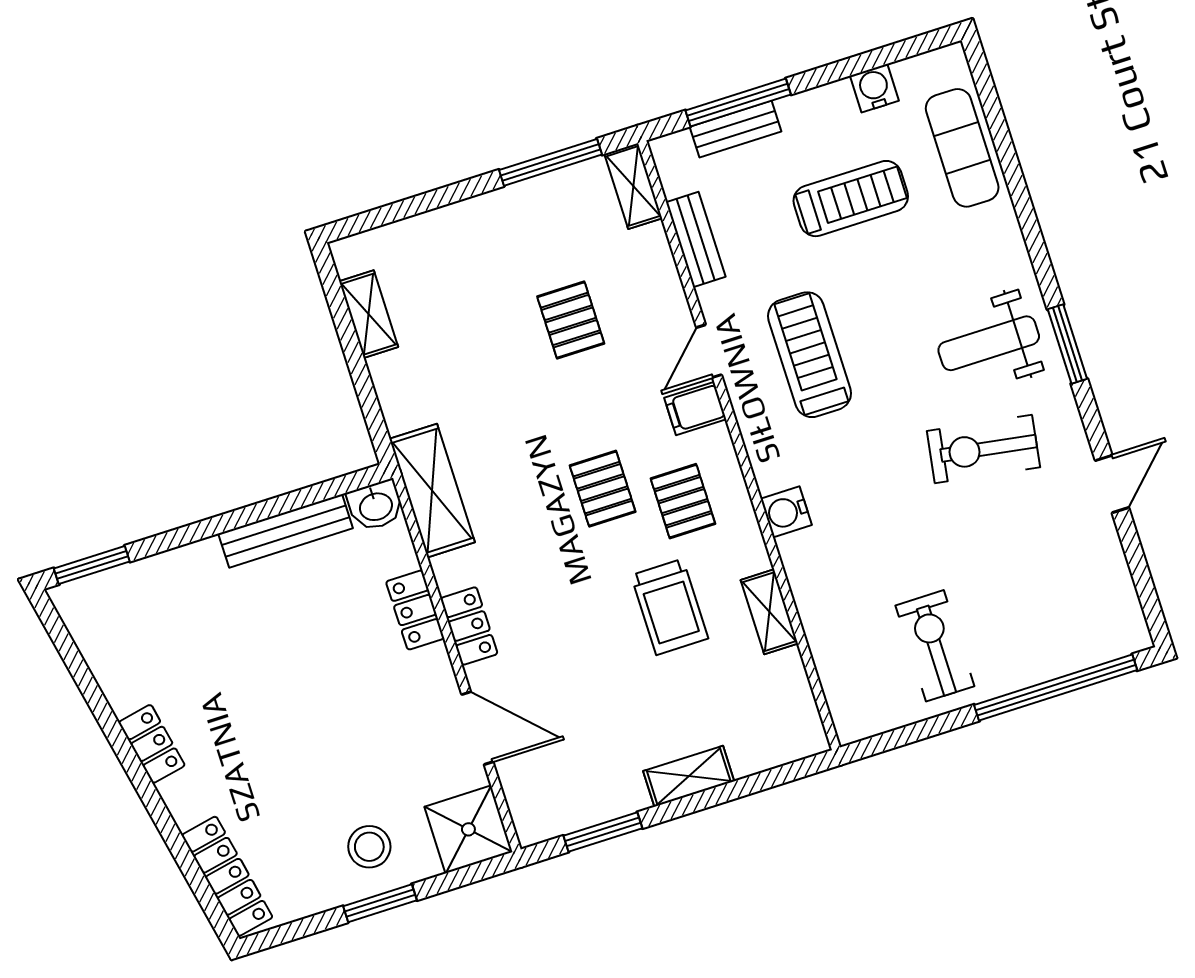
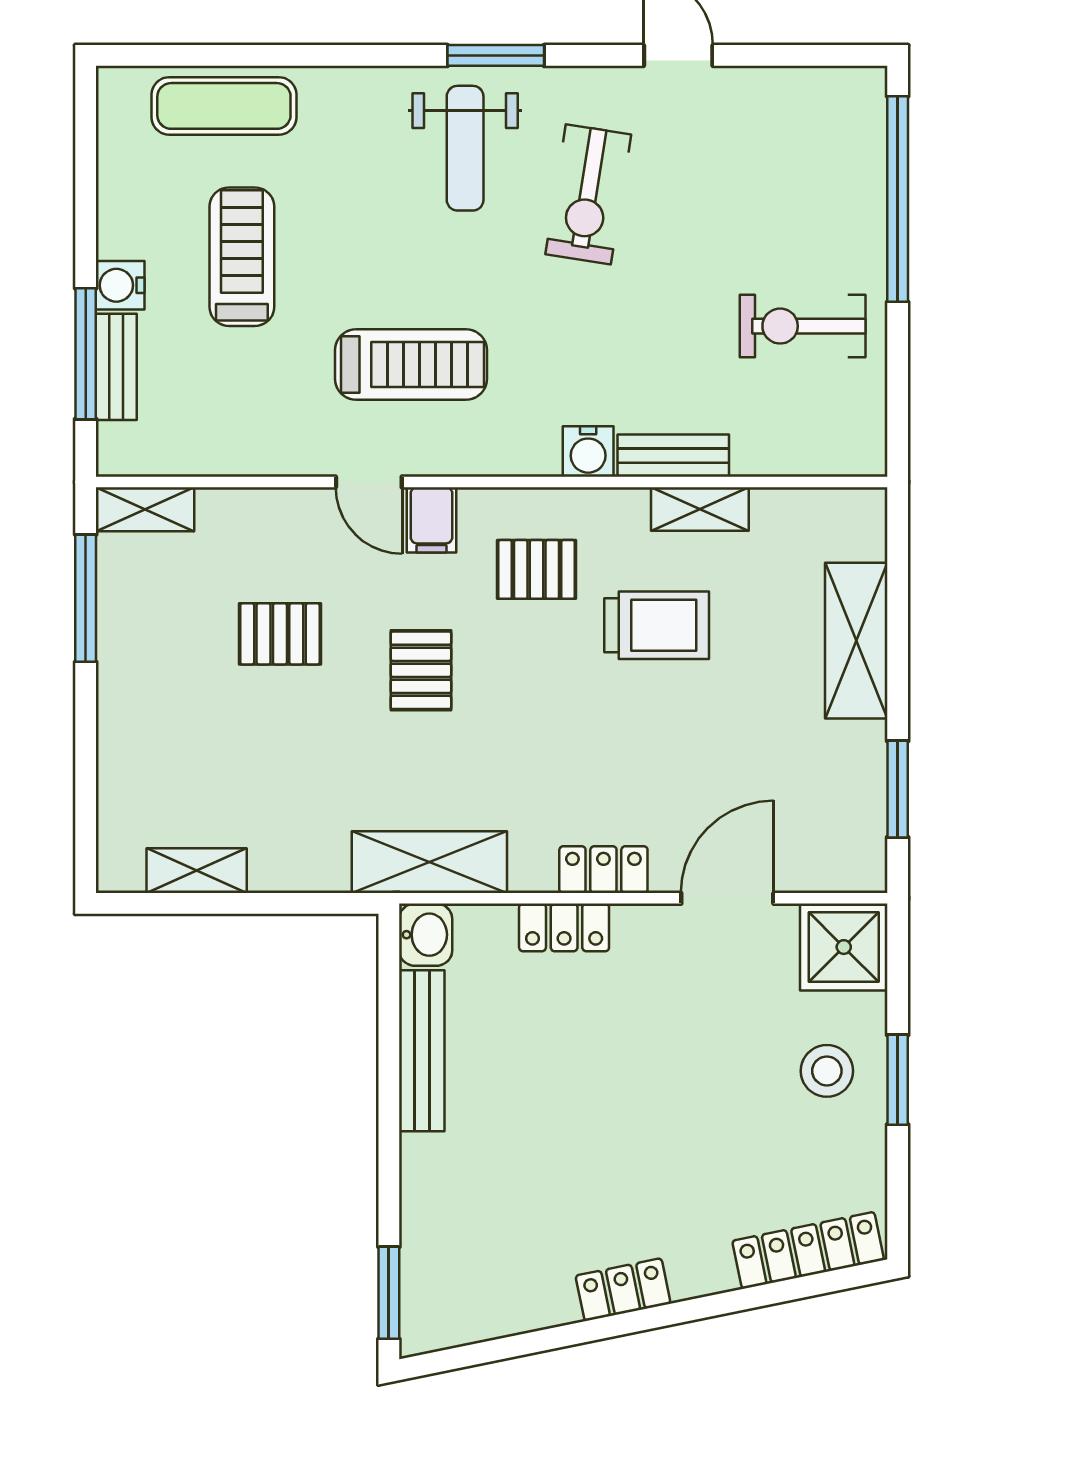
water cooler: (874, 88) -> (120, 285), moved
bench: (696, 239) -> (673, 456), moved
treadmill: (810, 355) -> (411, 364), turned 180
pallet: (603, 489) -> (421, 670), moved, turned 90
shelving: (689, 776) -> (856, 641), width x1.50, depth x1.33

